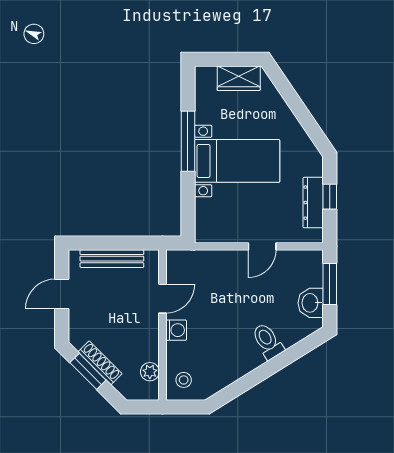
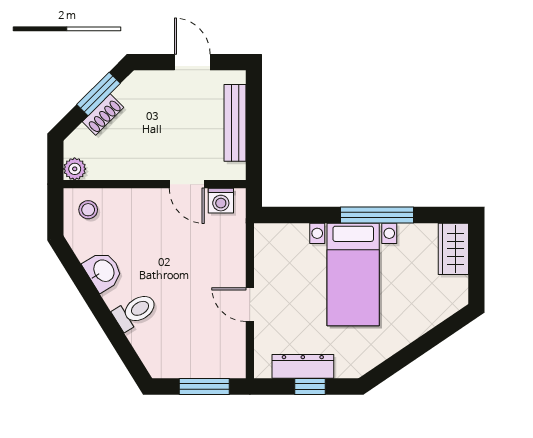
wardrobe: (239, 78) -> (453, 249), moved
washbasin: (311, 303) -> (103, 271), moved, turned 58
washing machine: (176, 330) -> (221, 201), moved
shoe rack: (100, 363) -> (103, 115), width x0.70
plant: (150, 372) -> (75, 169), moved

